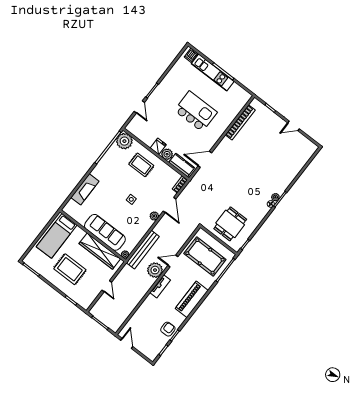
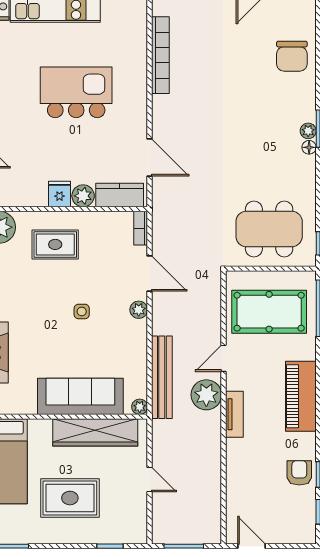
door: (205, 159) -> (149, 157), swing flipped
chair: (292, 163) -> (292, 56), added
dining table: (230, 224) -> (269, 229), width x1.38

